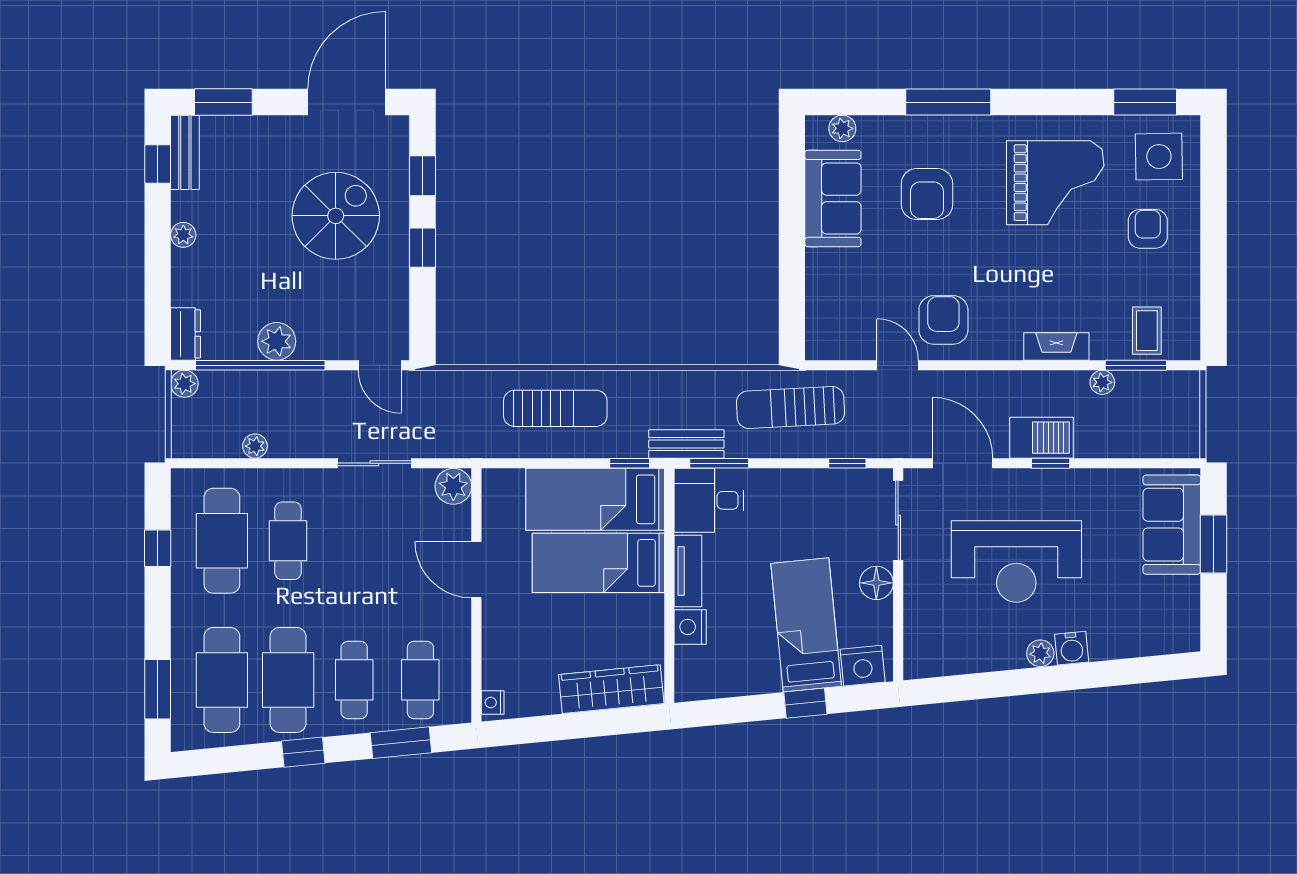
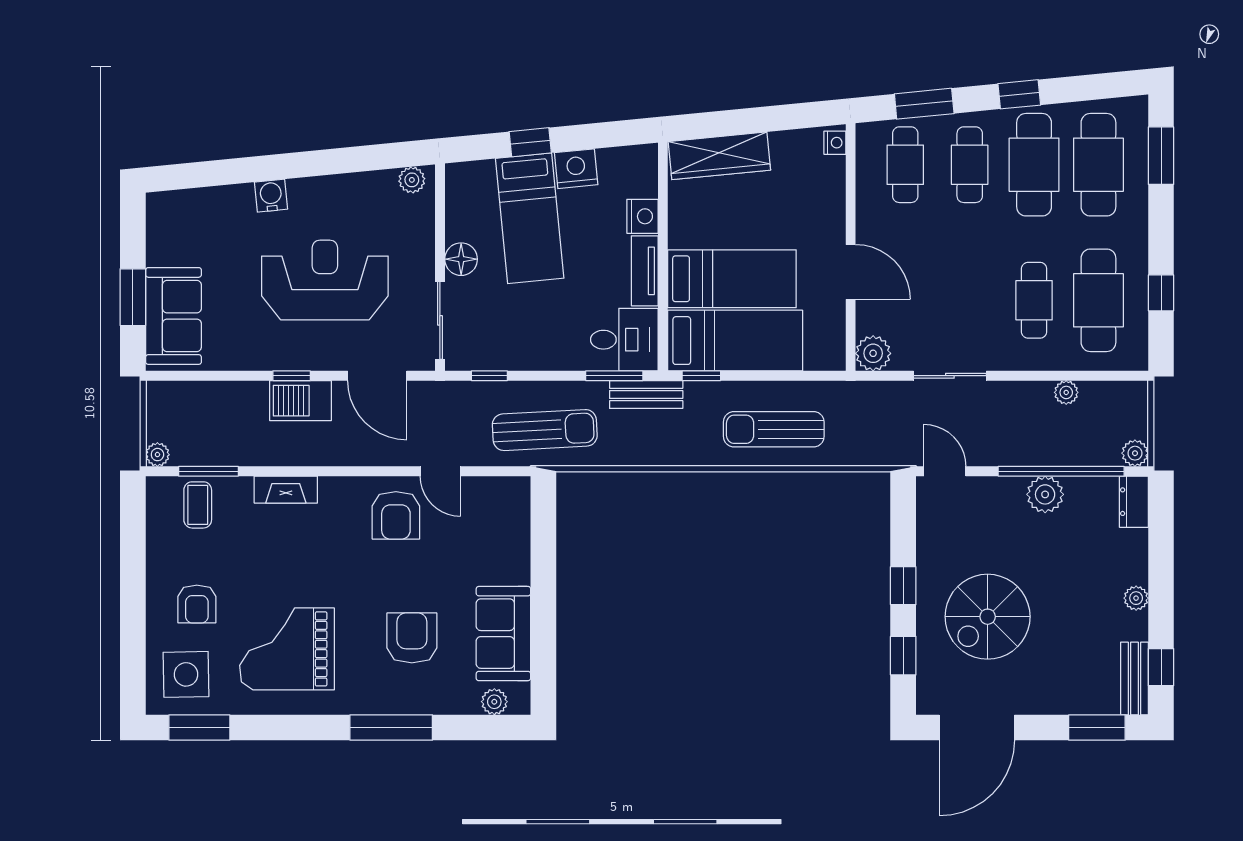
plant: (1102, 382) -> (157, 455), moved
plant: (1040, 653) -> (412, 180), moved
nightstand: (863, 666) -> (576, 169), moved

